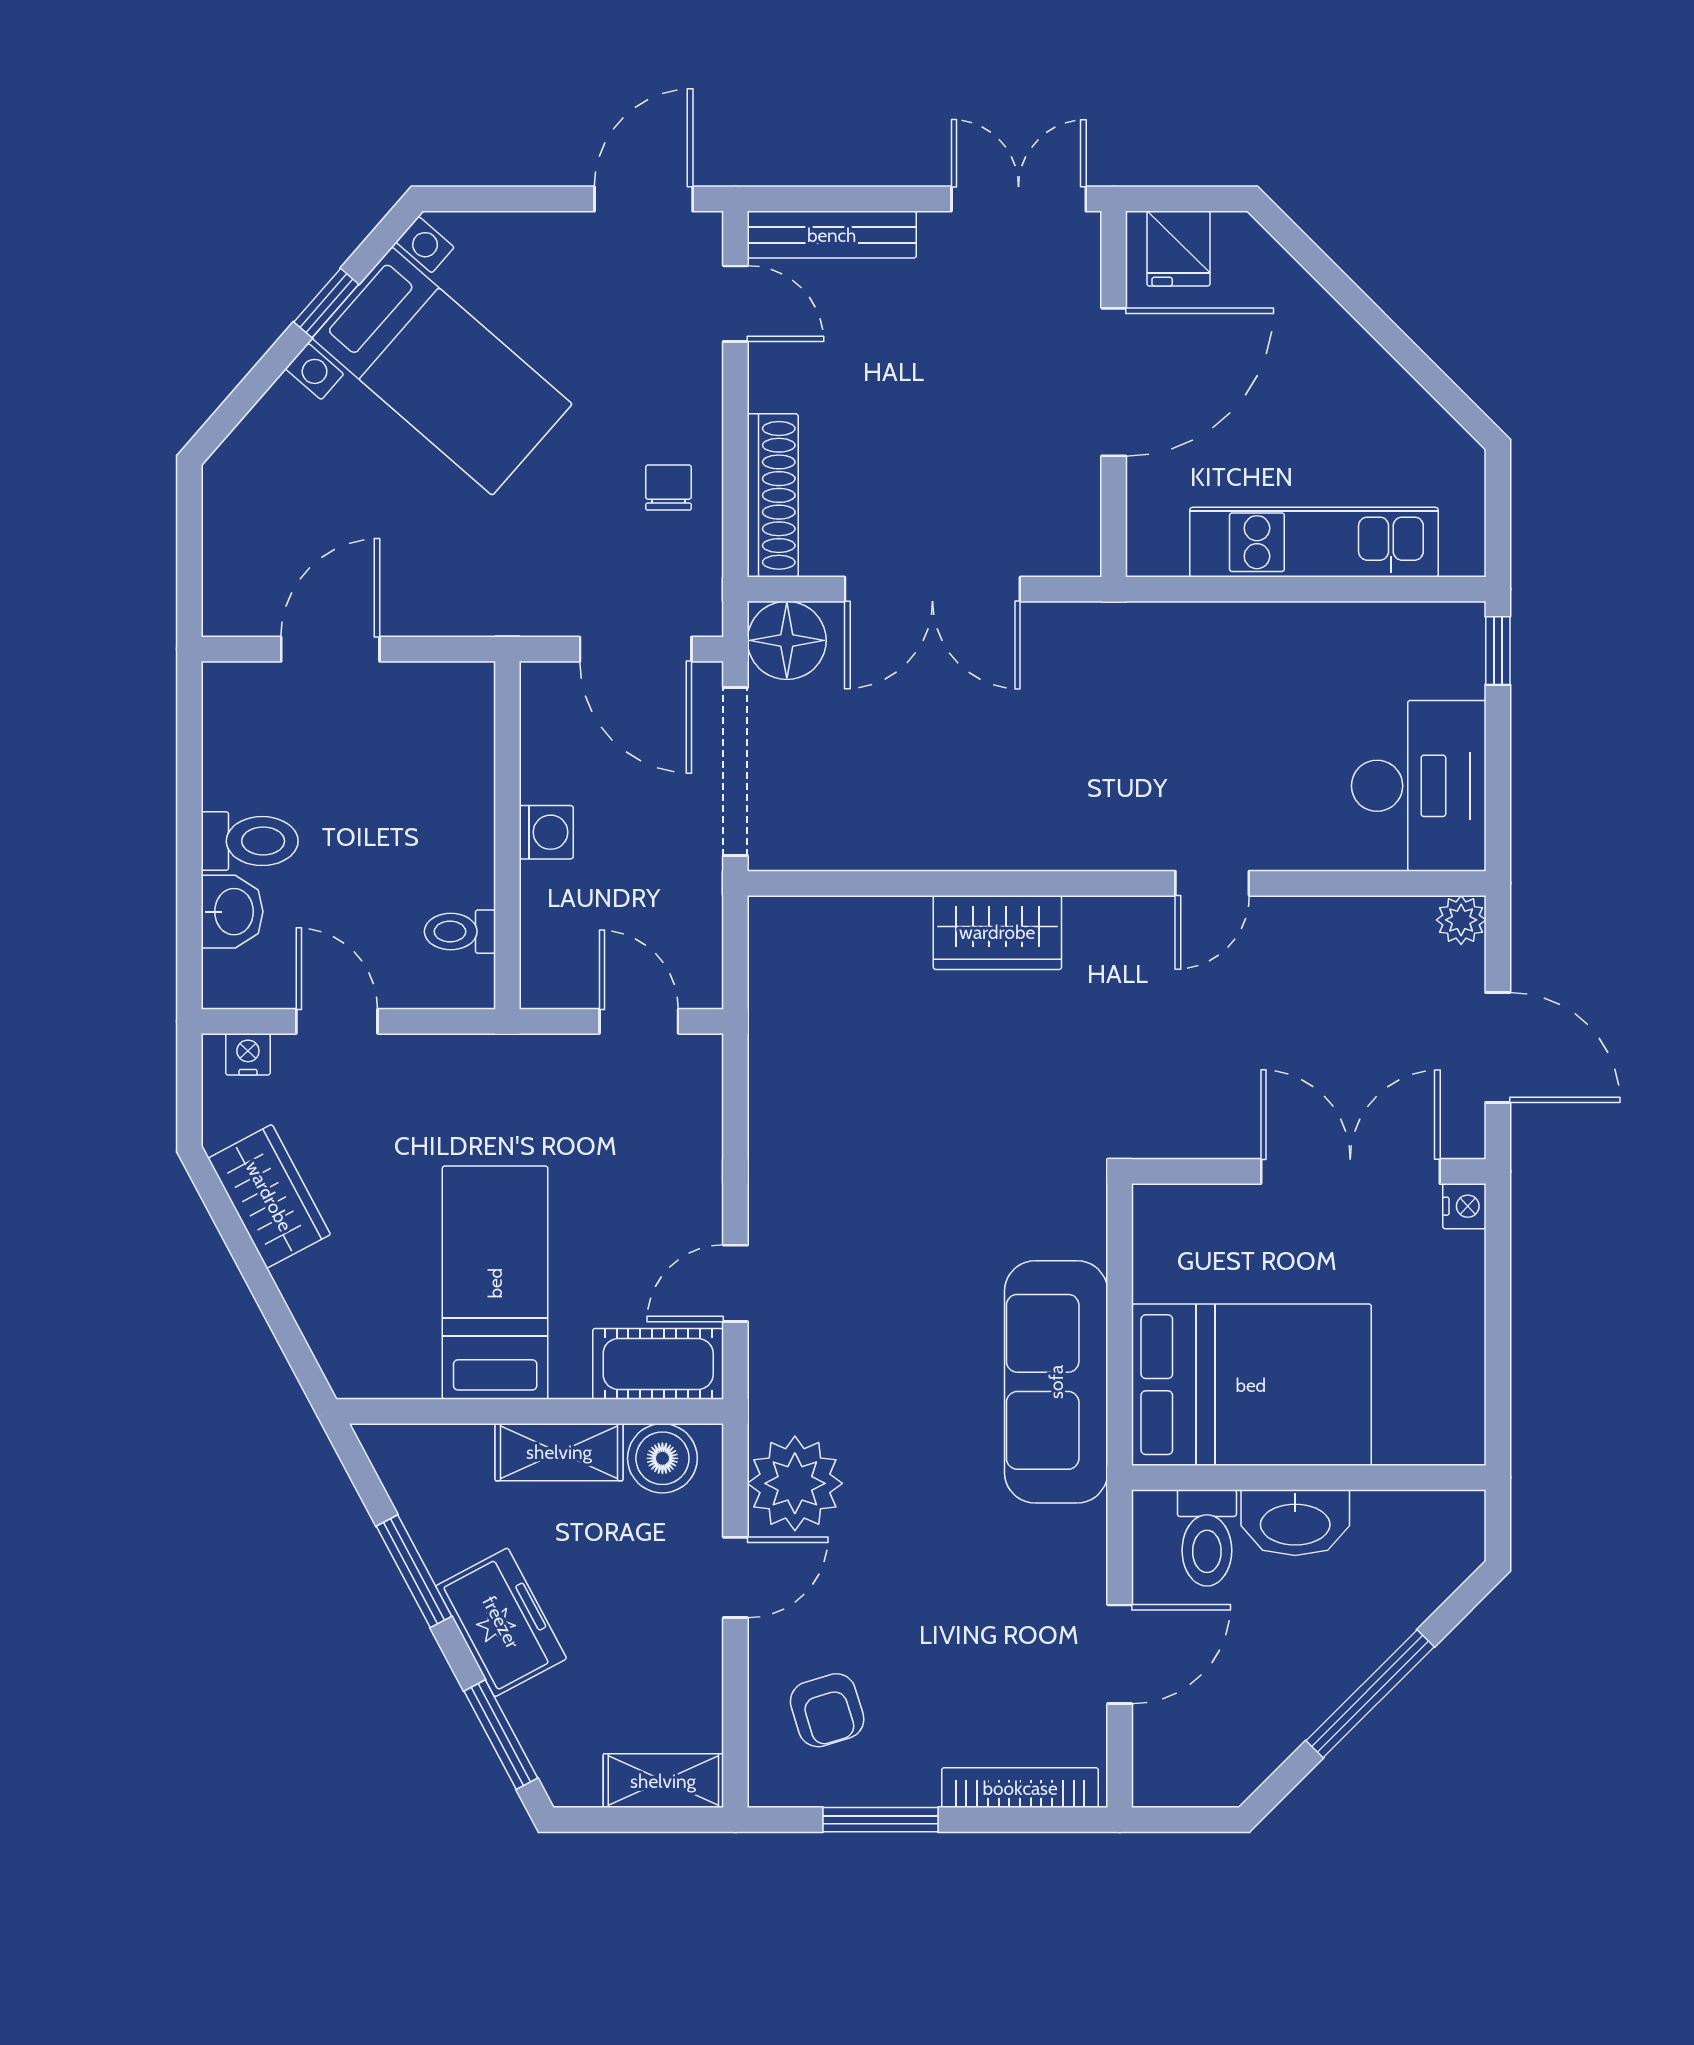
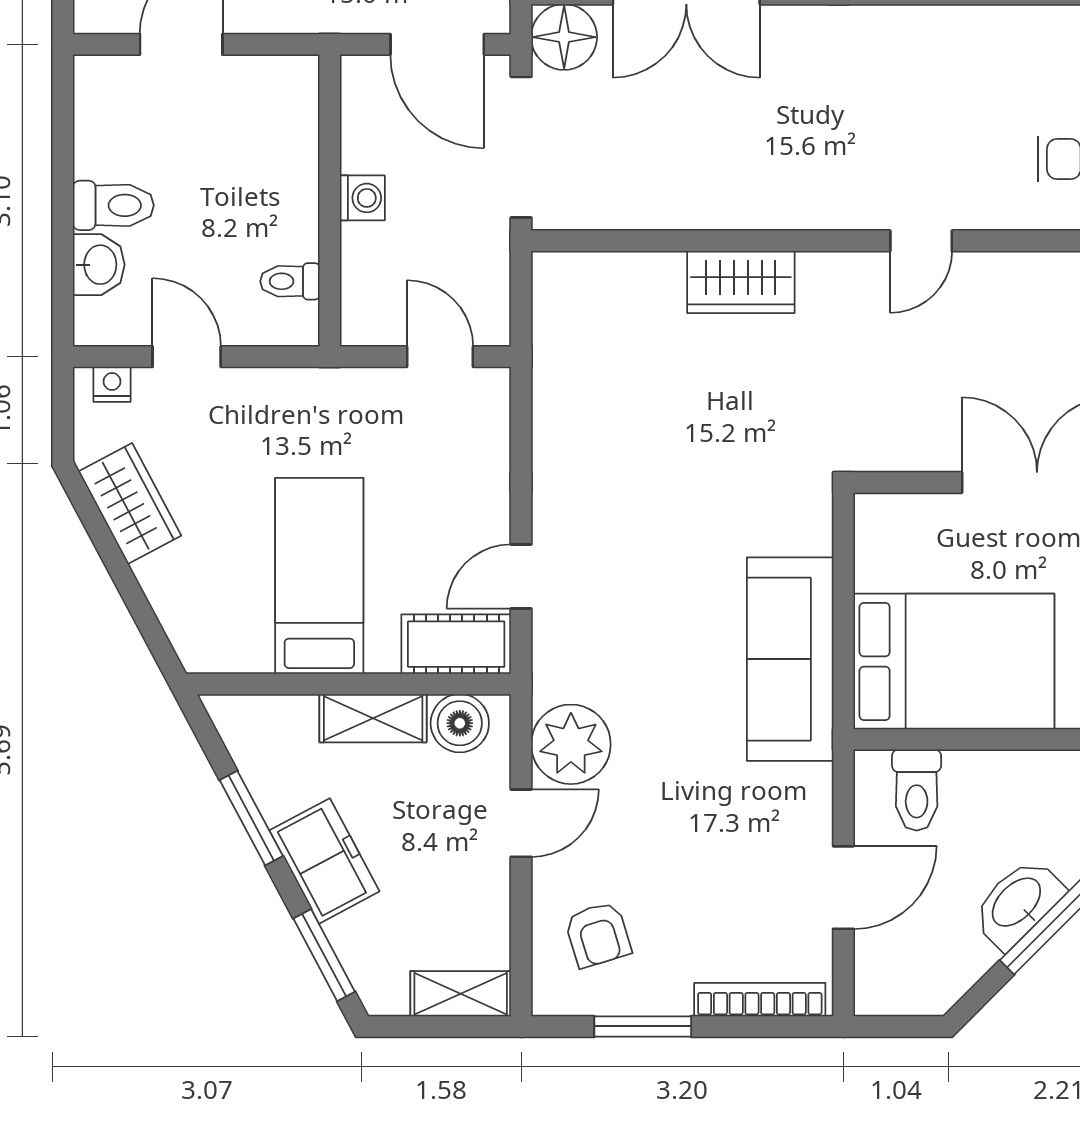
washbasin: (1295, 1523) -> (1018, 903), moved, turned 135

